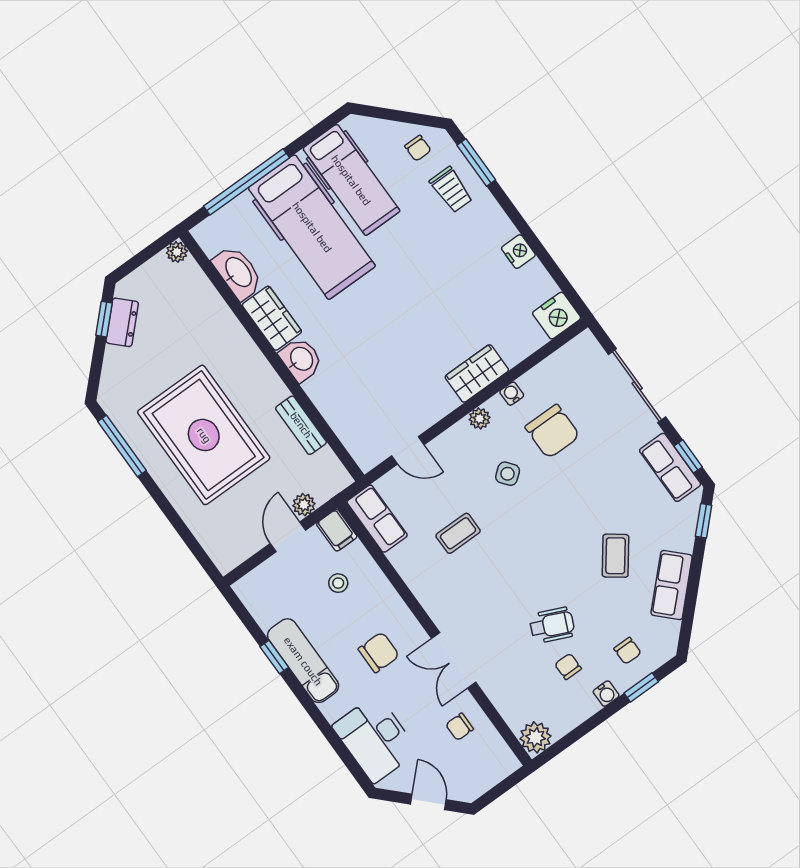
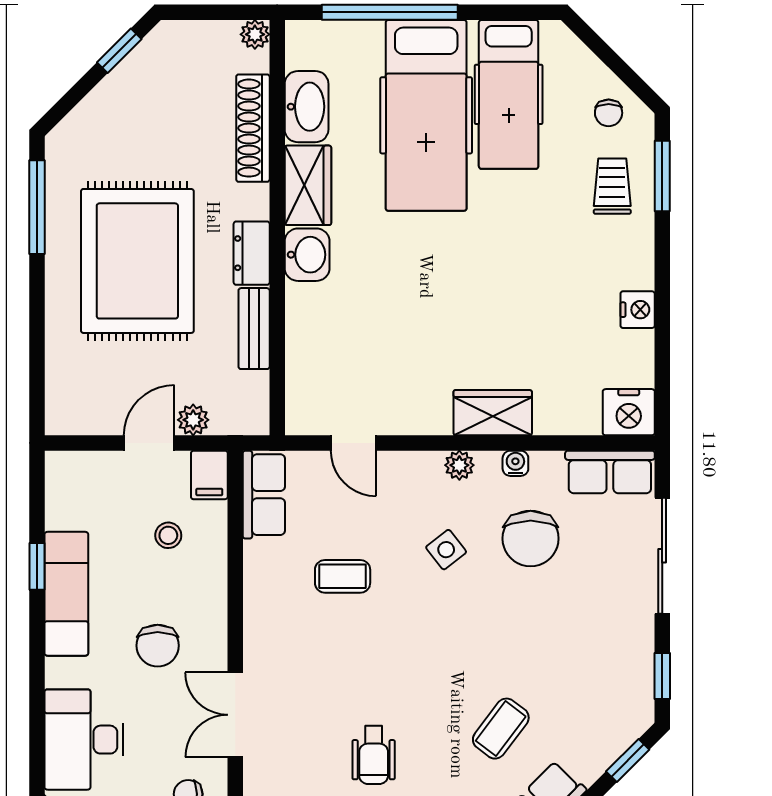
trolley: (451, 190) -> (612, 186), turned 180
shoe rack: (215, 308) -> (253, 128), added
dresser: (122, 322) -> (252, 253), moved, turned 135
row of seats: (670, 467) -> (610, 472), moved, turned -90
wheelchair: (552, 625) -> (374, 755), turned 66
chair: (379, 652) -> (158, 646), turned 90

